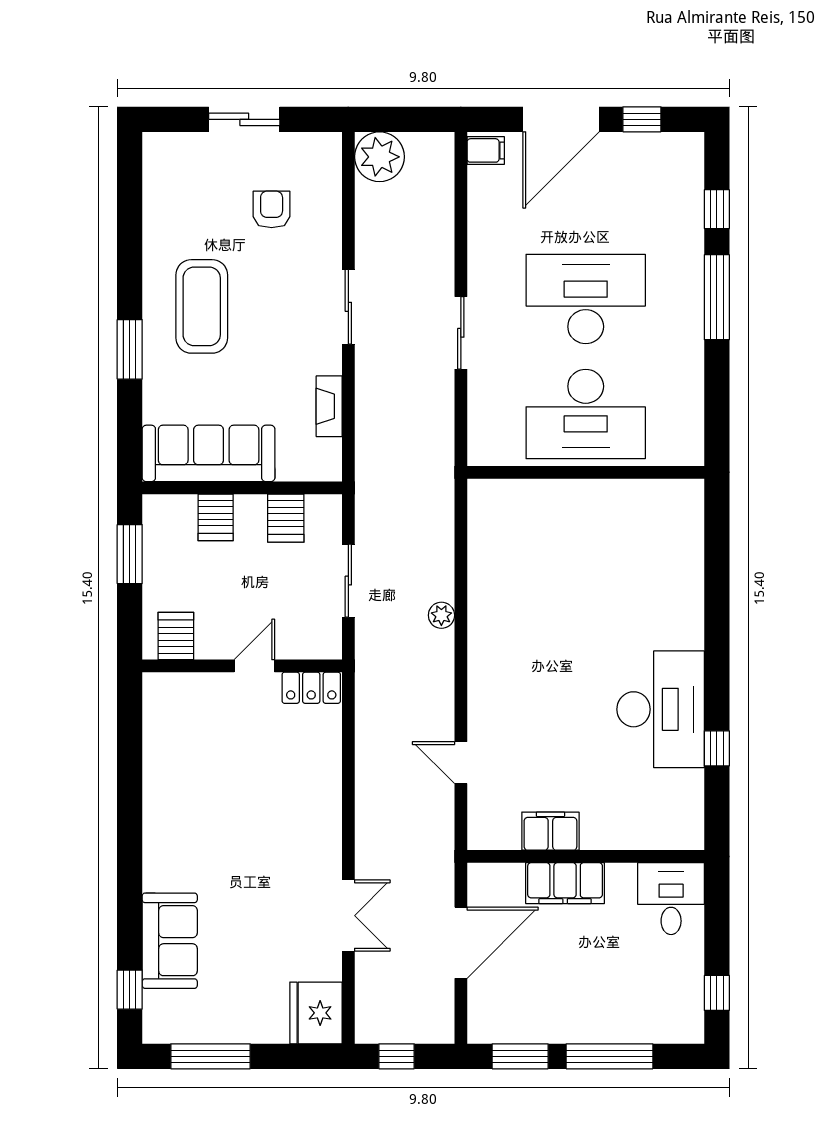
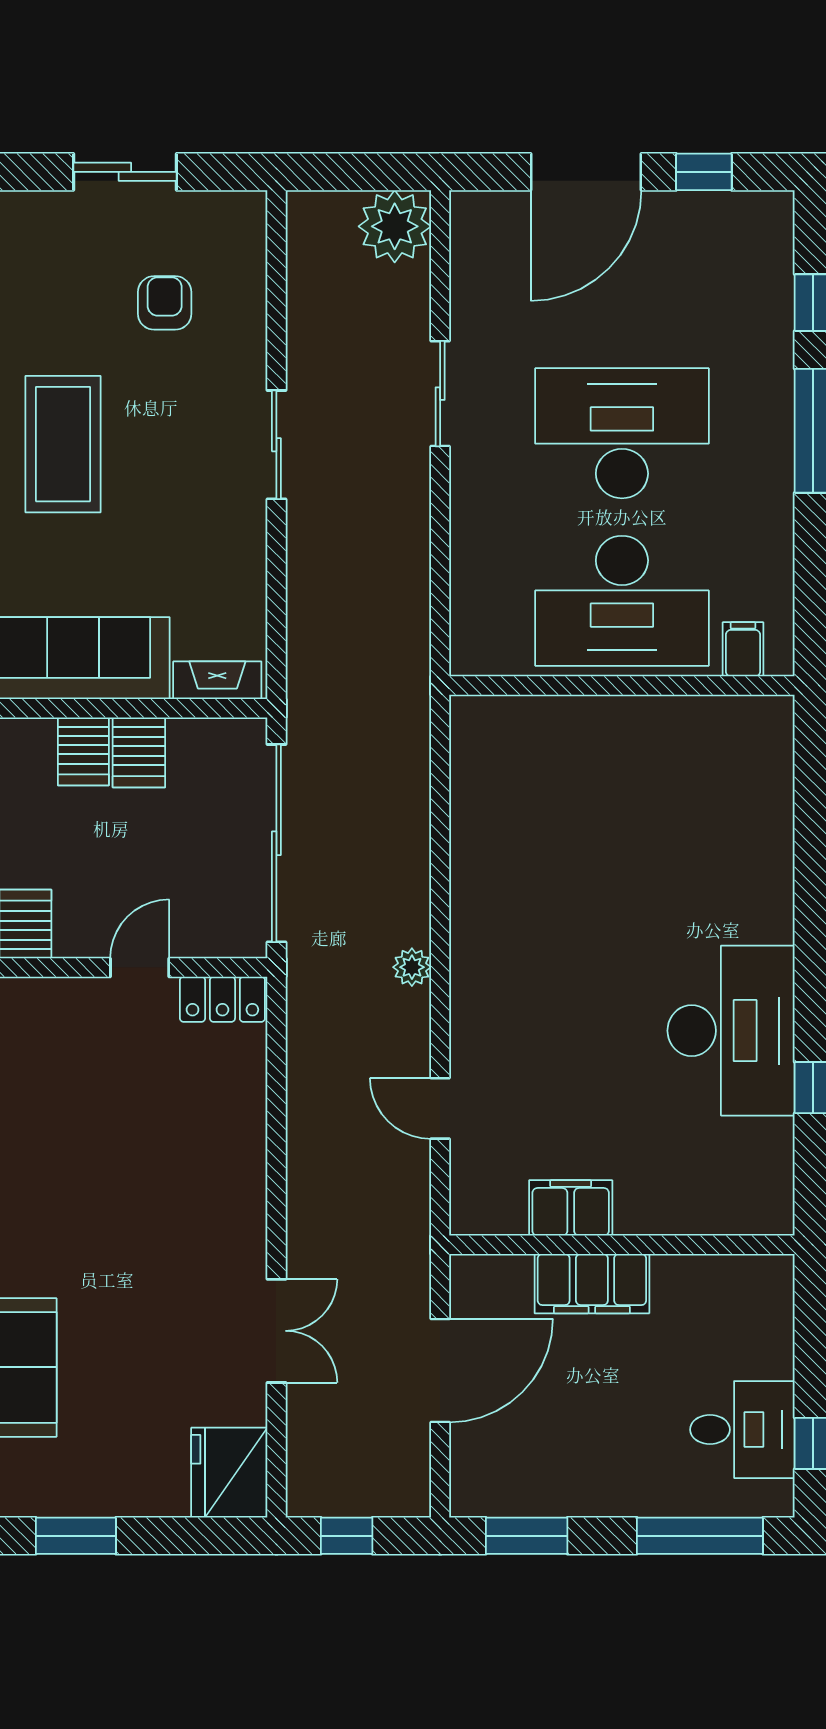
filing cabinet: (486, 150) -> (743, 649), moved, turned -90
plant: (379, 157) -> (395, 226), moved
sliding door: (461, 333) -> (440, 394), moved
fireplace: (329, 406) -> (217, 680), moved, turned 90
server rack: (286, 518) -> (139, 752), moved
sliding door: (348, 581) -> (276, 843), width x1.86
plant: (441, 615) -> (412, 967), moved
desk: (671, 899) -> (742, 1430), moved, turned 90
window: (210, 1056) -> (76, 1536), width x0.69
window: (609, 1056) -> (700, 1536), moved

